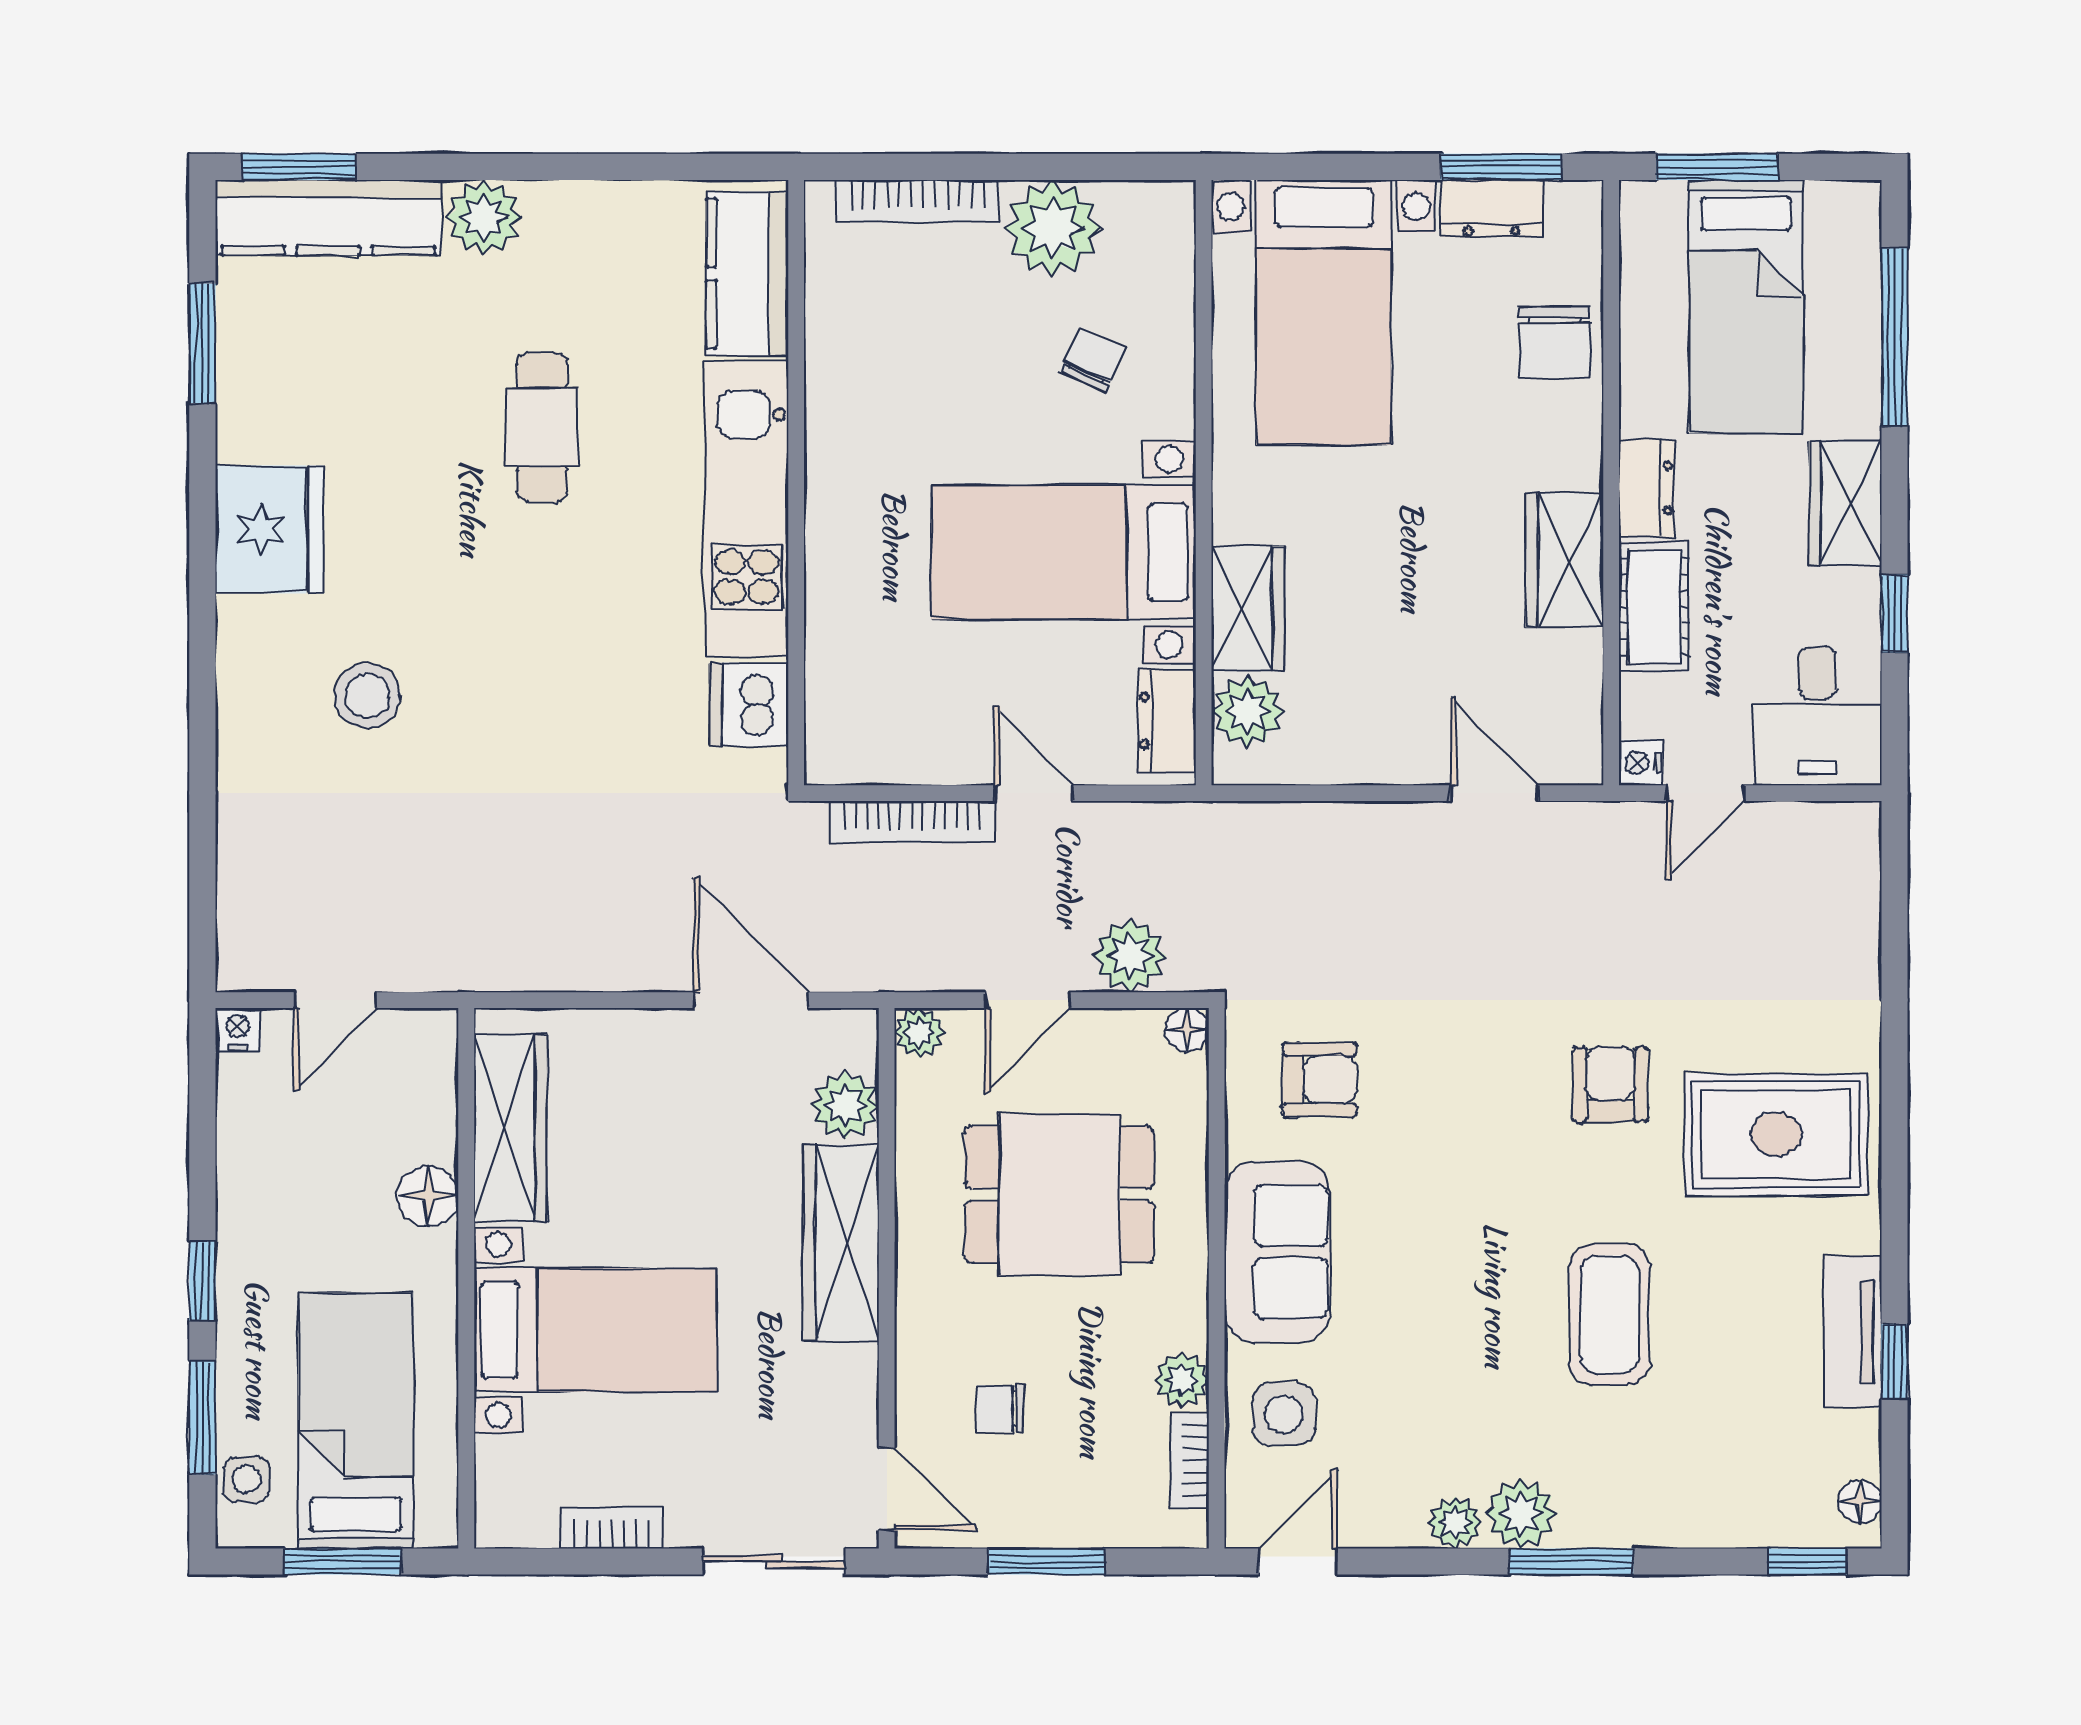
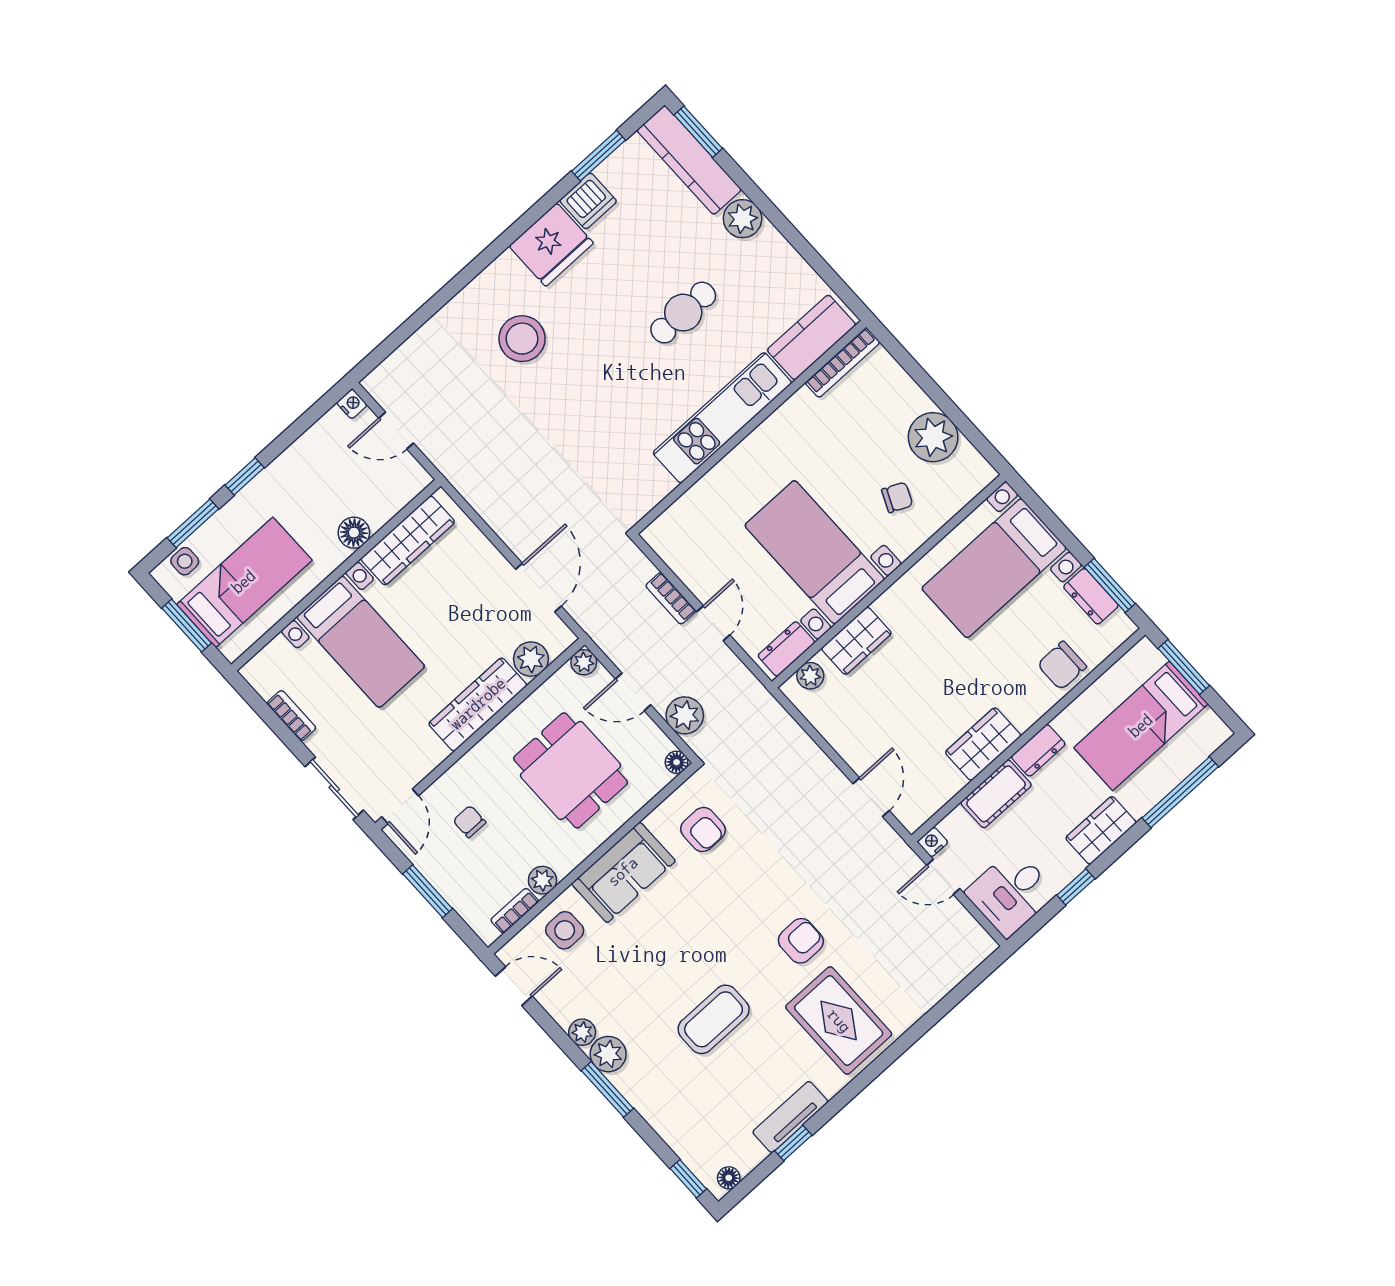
bookcase: (917, 201) -> (843, 363), moved, turned -90
stool: (368, 696) -> (522, 339), width x1.38, depth x1.38
dishwasher: (749, 704) -> (588, 201), moved, turned 180
plant: (1247, 711) -> (810, 676), width x0.73, depth x0.73
bookcase: (912, 822) -> (671, 598), width x0.64

